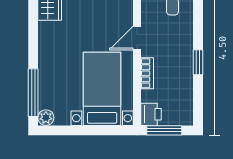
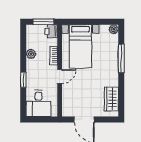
window: (198, 62) -> (23, 80), moved
plant: (185, 76) -> (31, 54), added
window: (33, 93) -> (121, 58), moved

